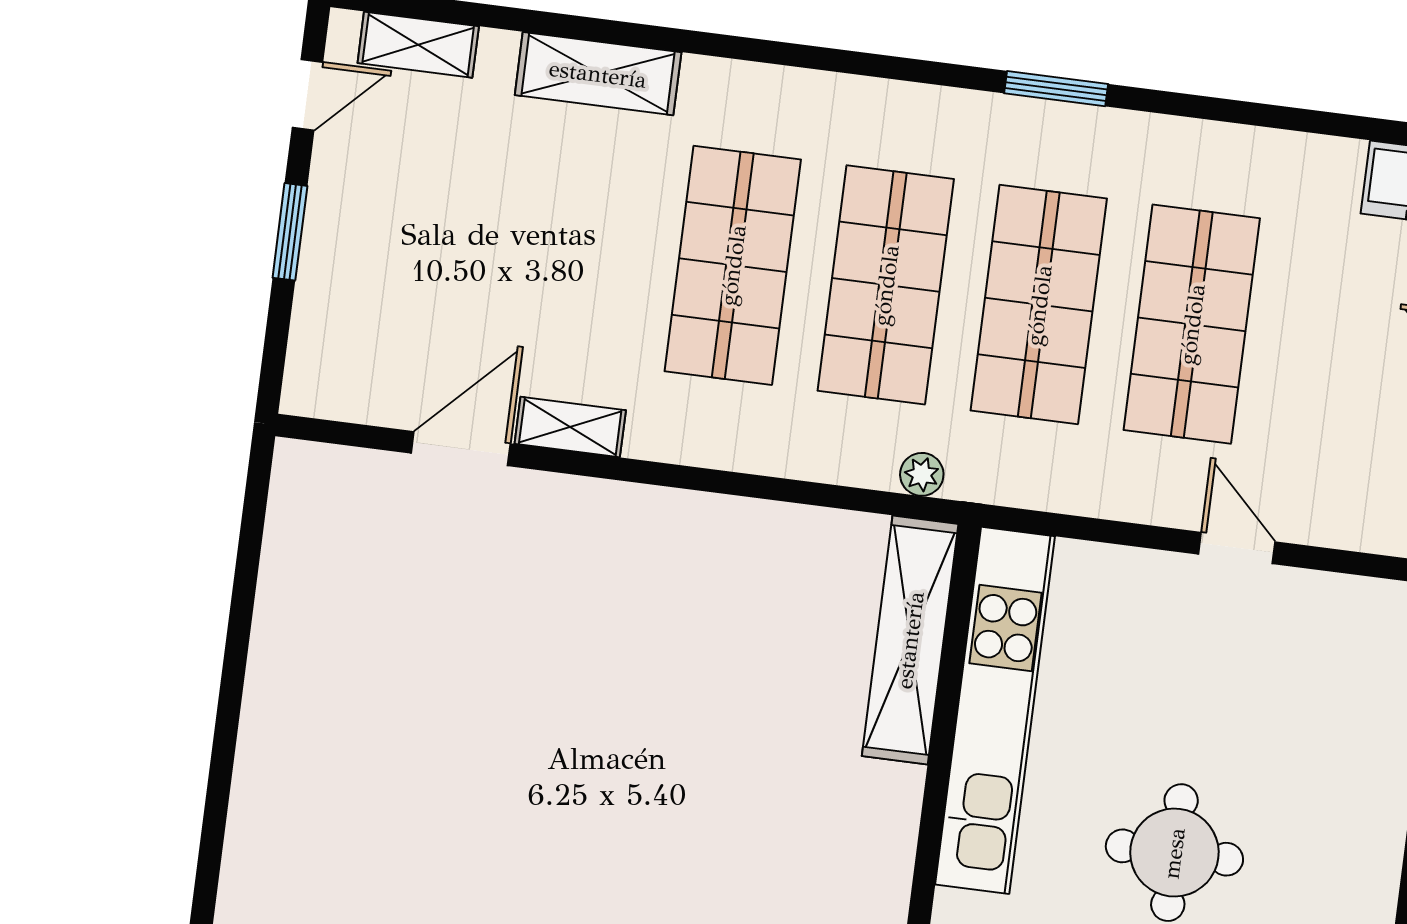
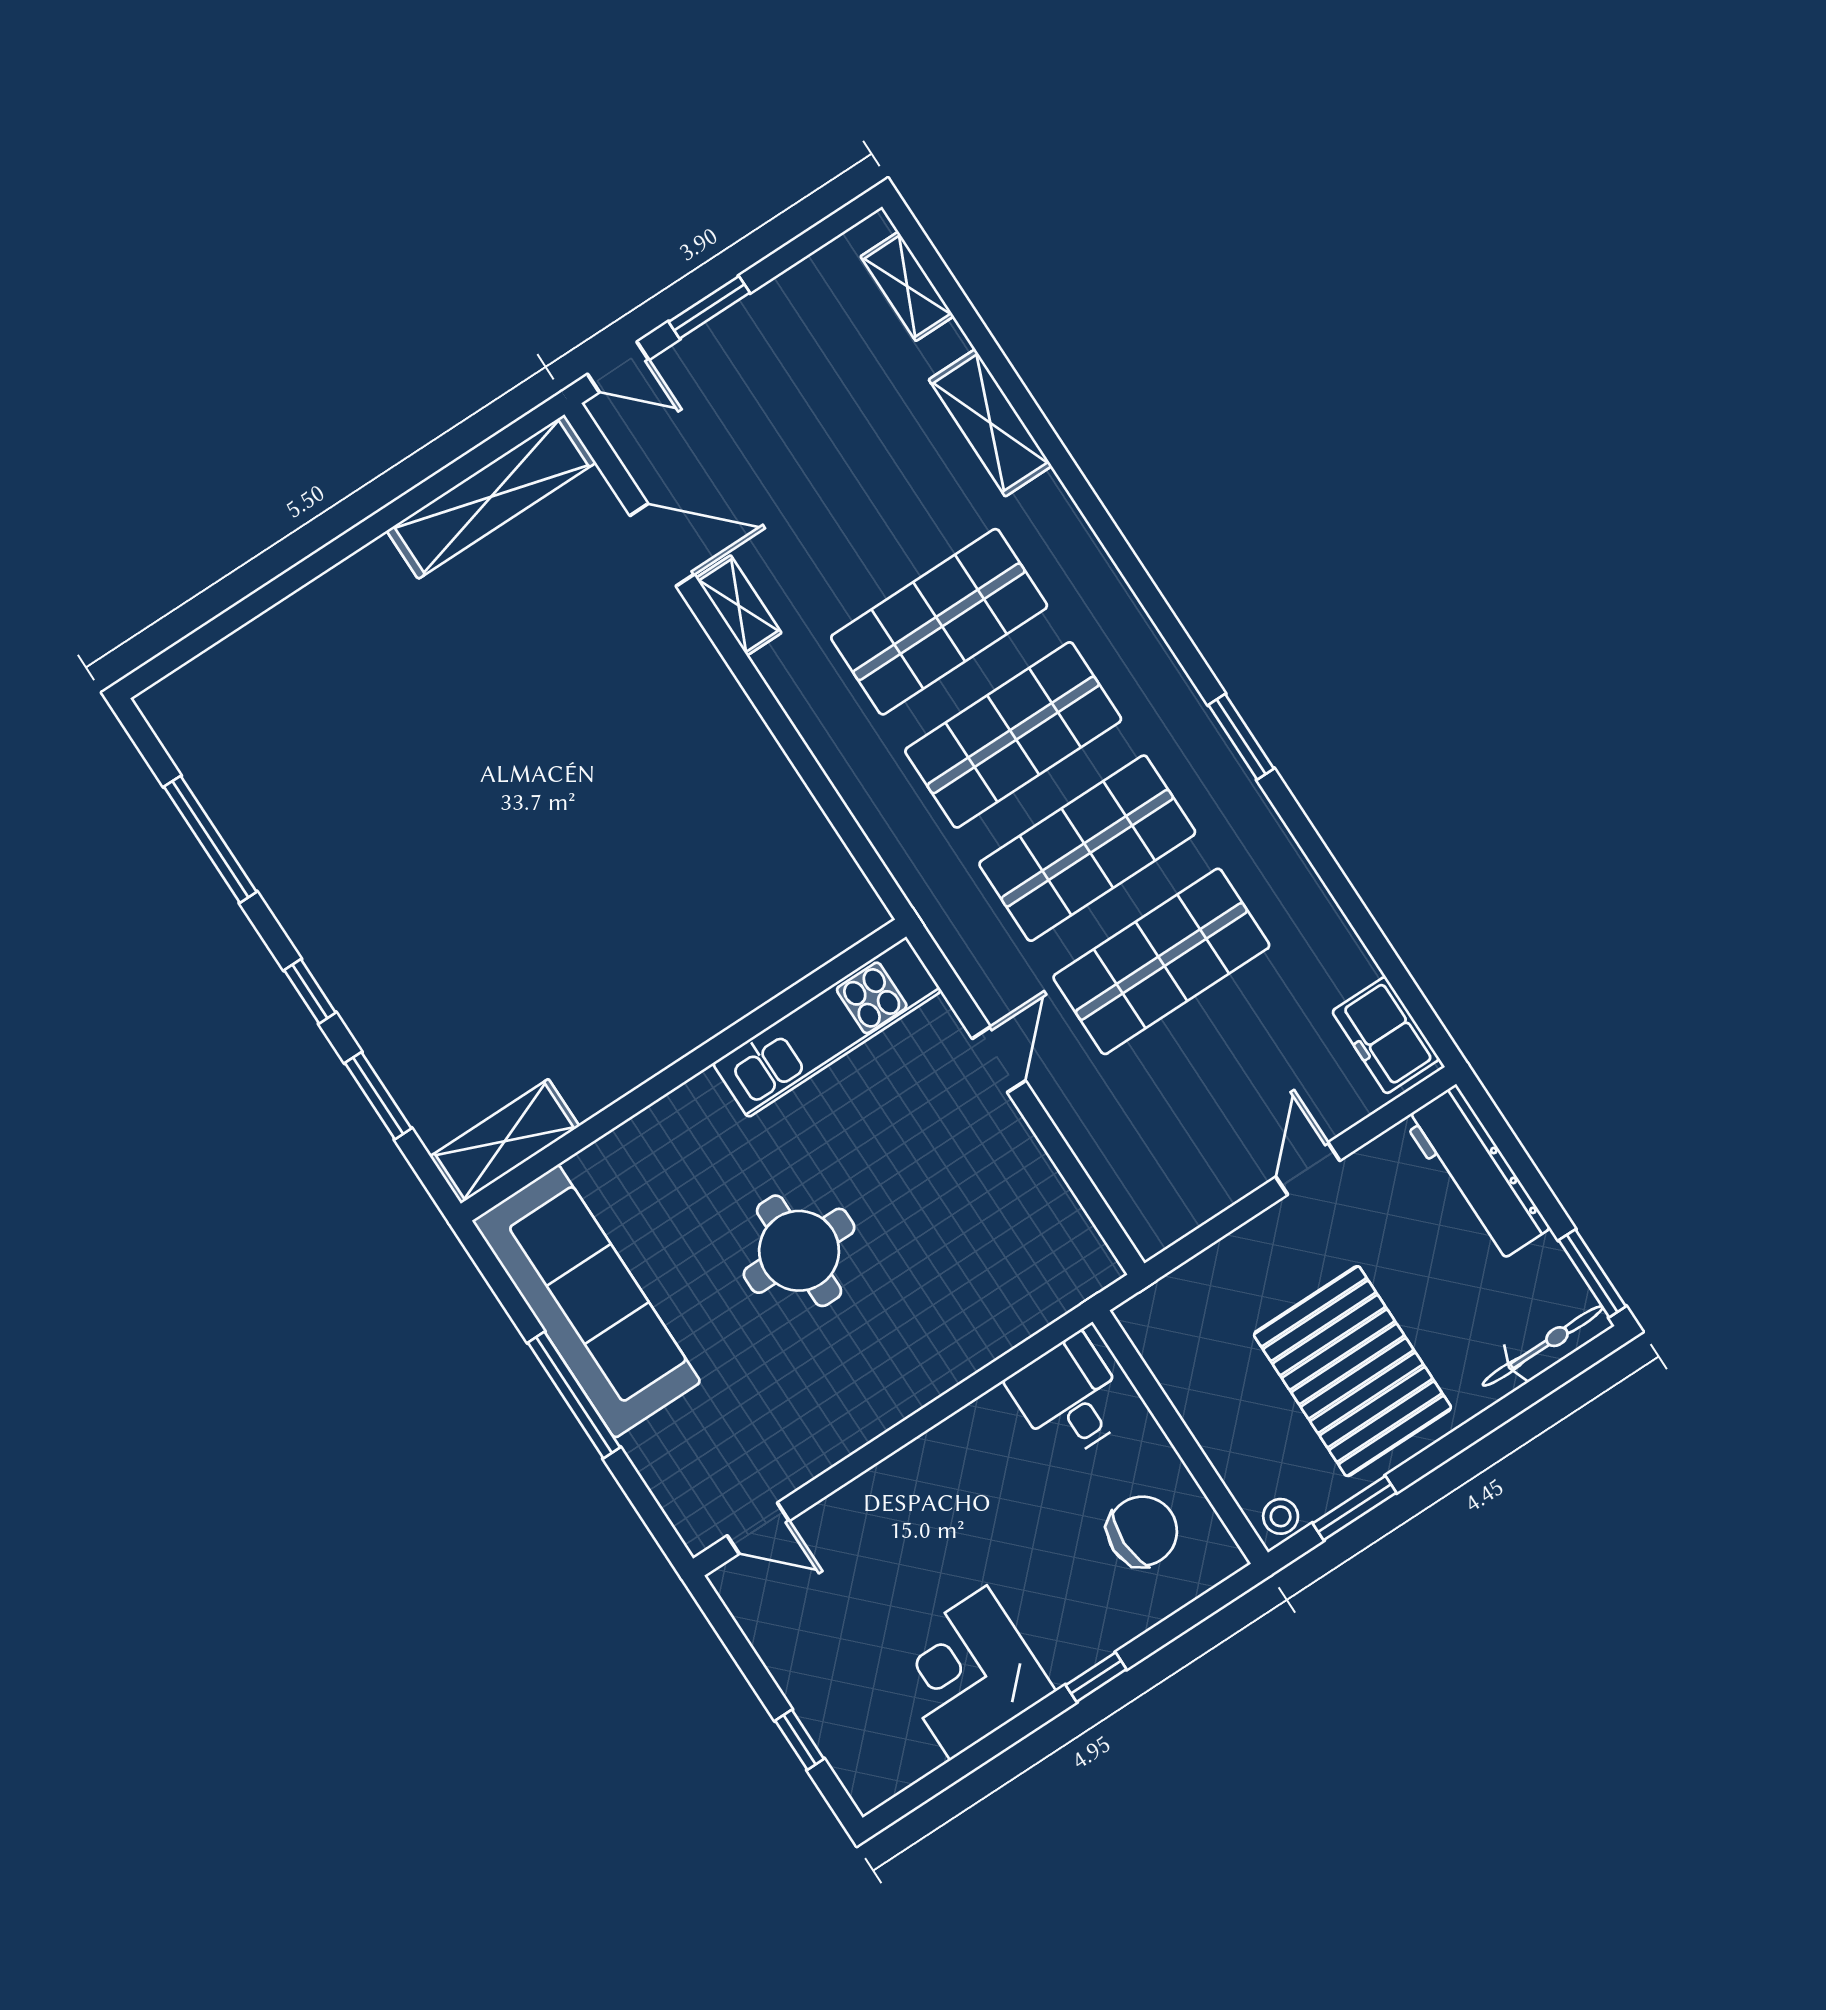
door: (307, 95) -> (618, 367), moved
plant: (922, 474) -> (907, 867), removed
door: (1237, 548) -> (999, 1060), moved
shelving: (910, 640) -> (491, 497), moved
kitchen unit: (995, 710) -> (827, 1027), width x0.73

